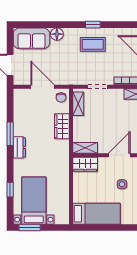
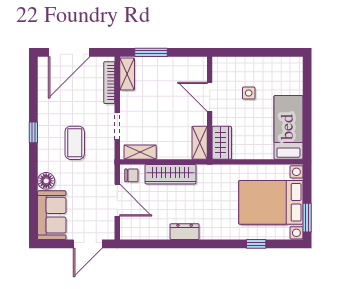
coffee table: (93, 44) -> (75, 143), moved
door: (43, 87) -> (117, 200), swing flipped
wardrobe: (62, 126) -> (170, 174), width x1.50
window: (10, 134) -> (181, 244), removed
dresser: (19, 147) -> (185, 232), moved
bed with nightstands: (34, 201) -> (271, 202), width x1.36

